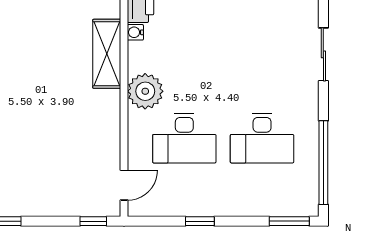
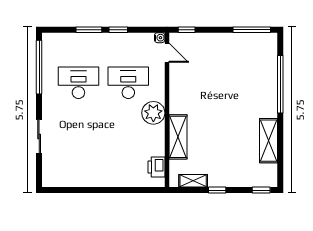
water cooler: (135, 32) -> (160, 38), moved
door: (124, 185) -> (167, 53), swing flipped
window: (289, 221) -> (89, 30), moved

